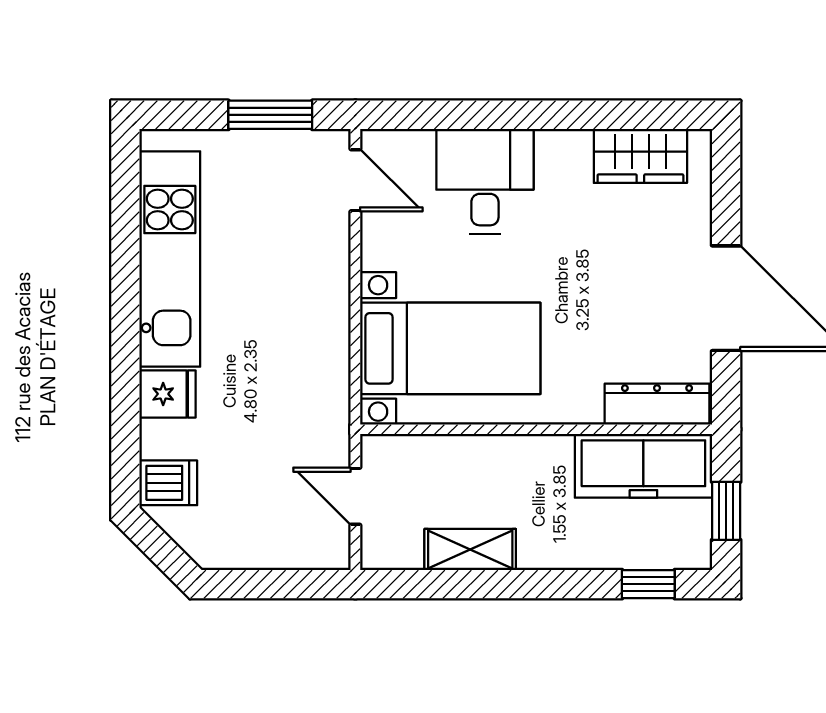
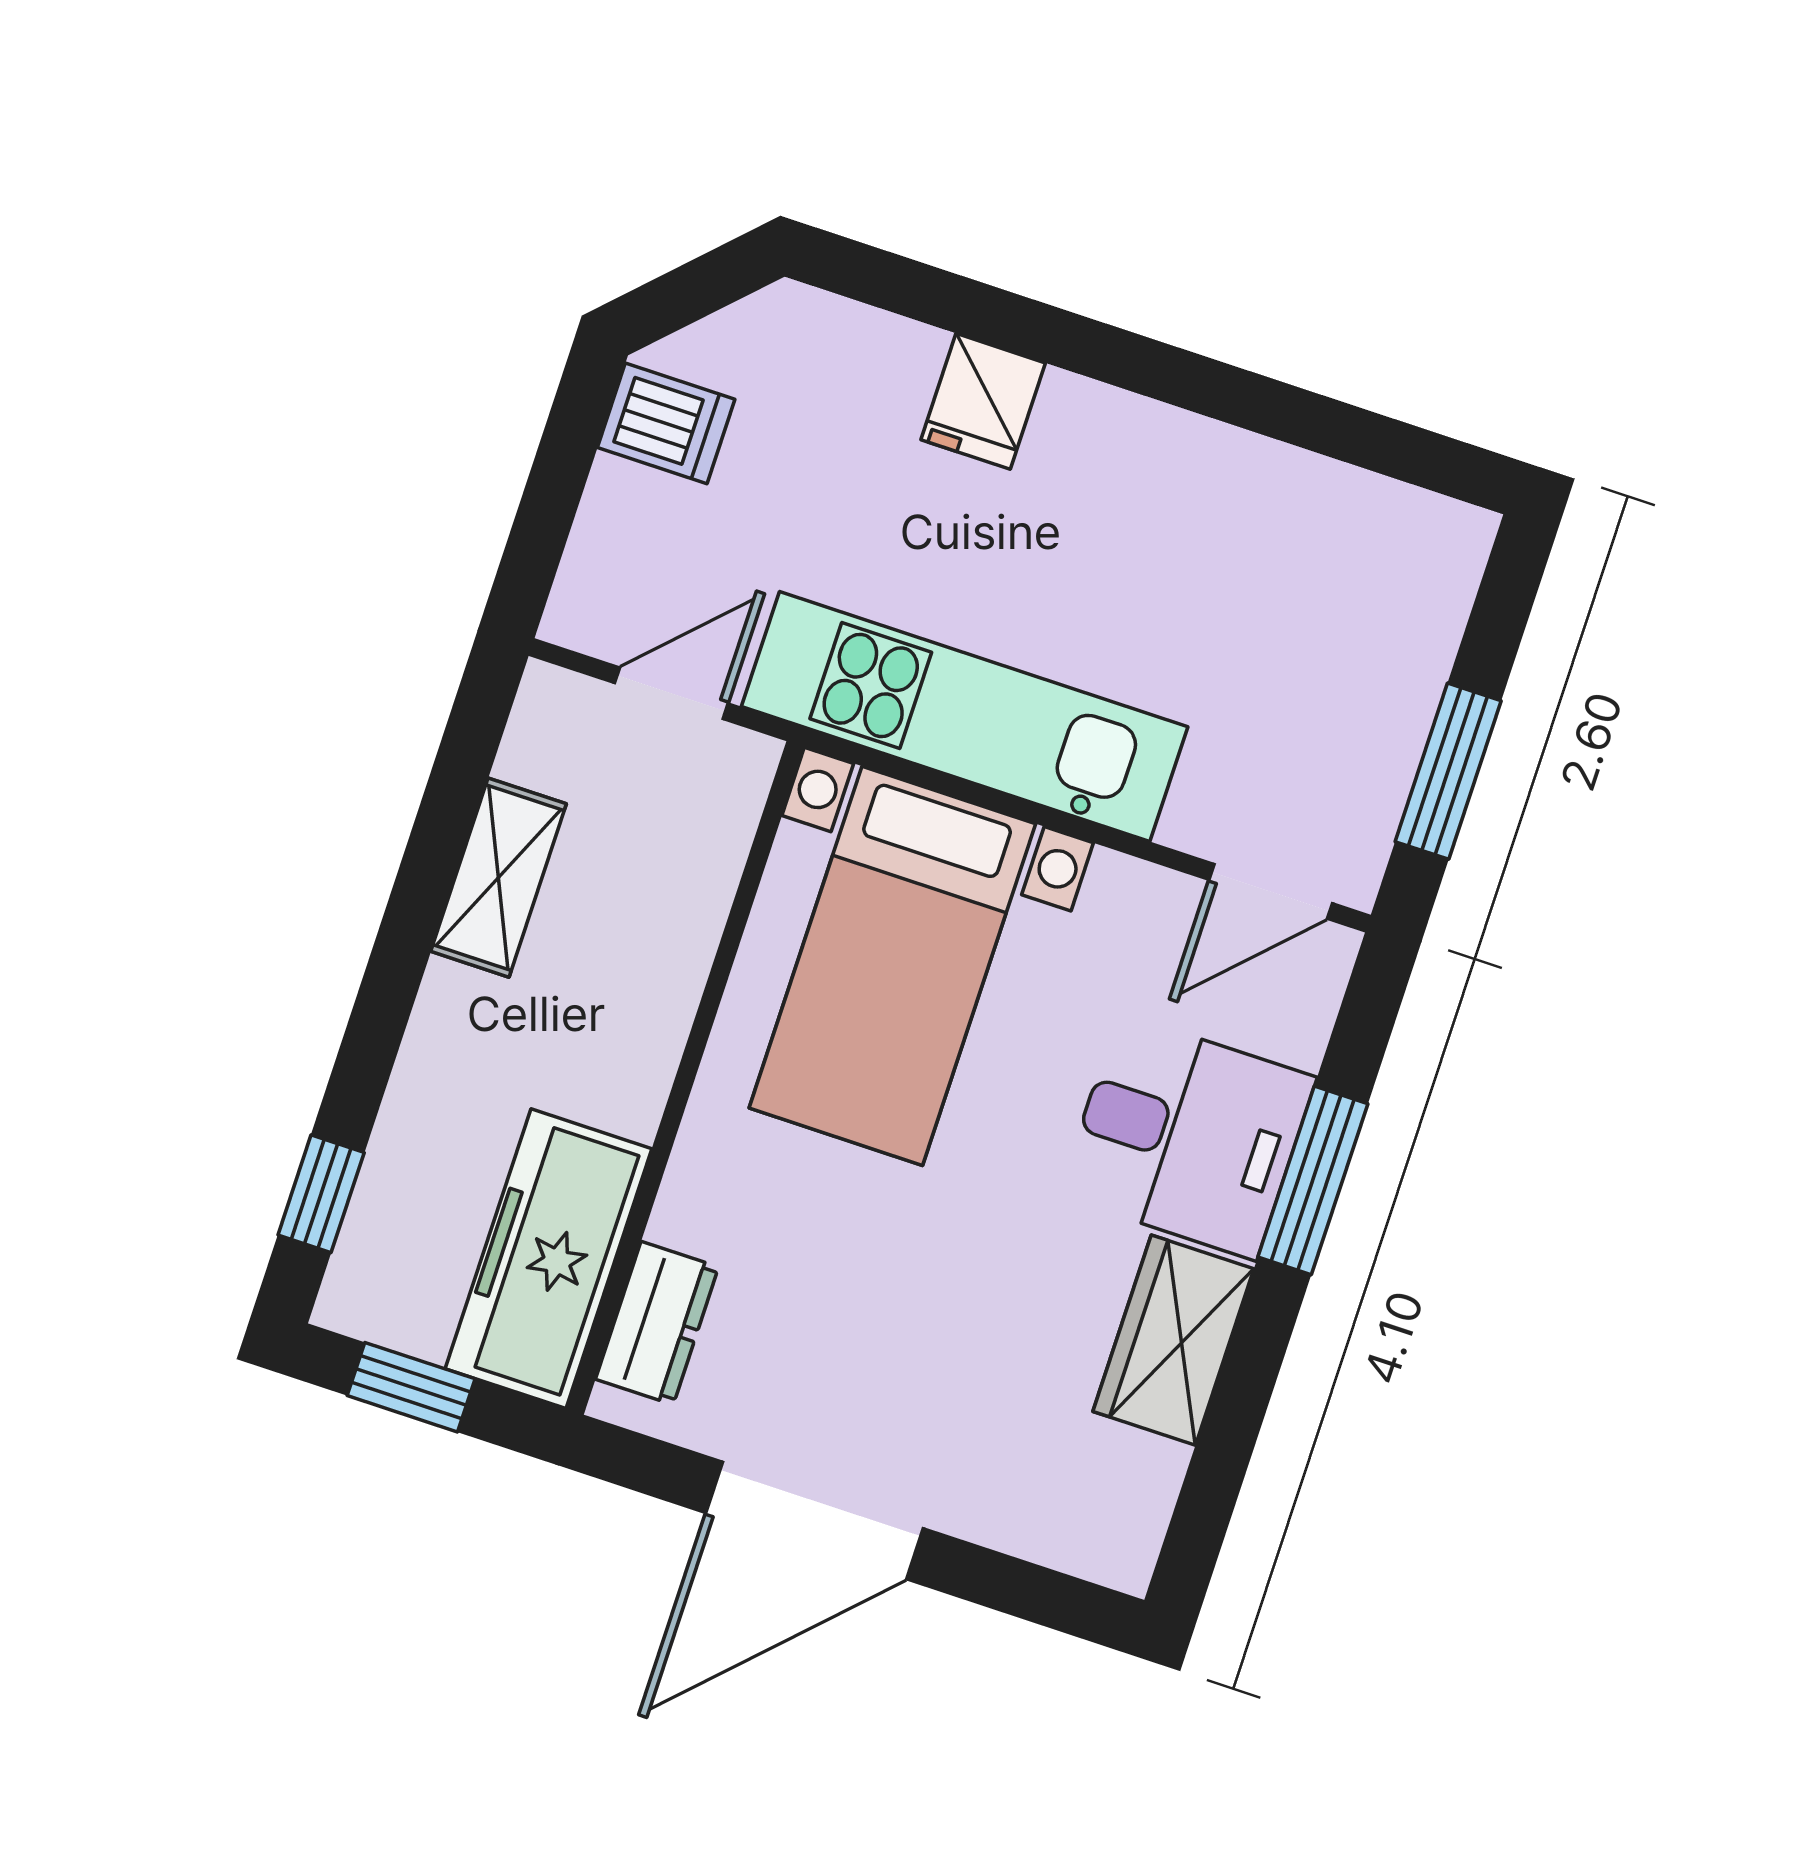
window: (486, 115) -> (1313, 1180), added
wardrobe: (640, 156) -> (1173, 1340), moved
kitchen unit: (170, 259) -> (965, 717), moved, turned 180
dresser: (657, 404) -> (657, 1323), width x0.70
dishwasher: (168, 483) -> (666, 423), moved, turned -90

